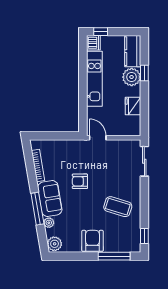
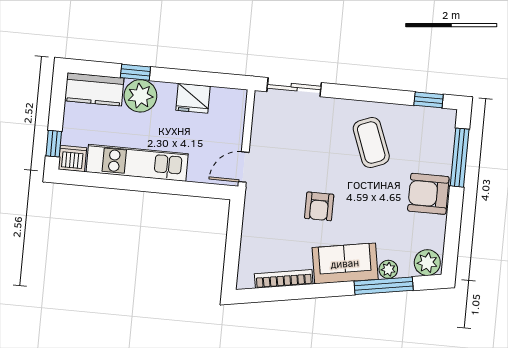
coffee table: (118, 207) -> (371, 143), turned -38
window: (37, 209) -> (384, 286), moved

